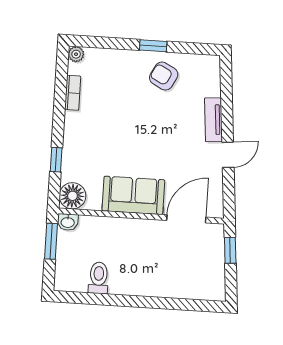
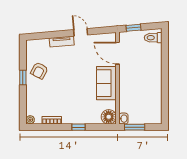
window: (56, 160) -> (78, 127), moved
toilet: (99, 278) -> (153, 38), moved

